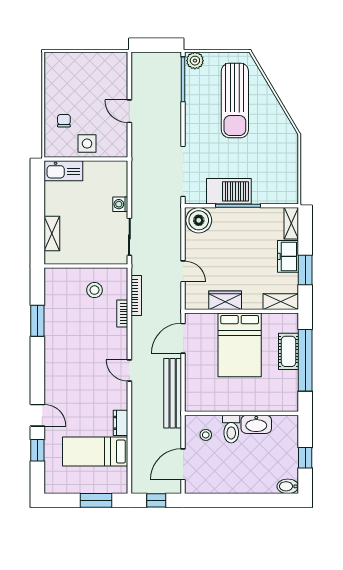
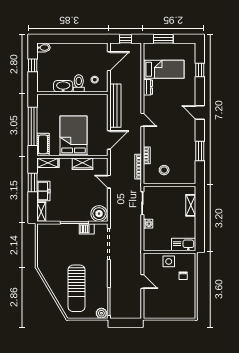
sun lounger: (235, 100) -> (76, 288), turned 180
barbecue: (229, 191) -> (87, 229), width x0.53, depth x0.65
cot: (289, 351) -> (43, 144), moved
door: (37, 415) -> (200, 112), moved

